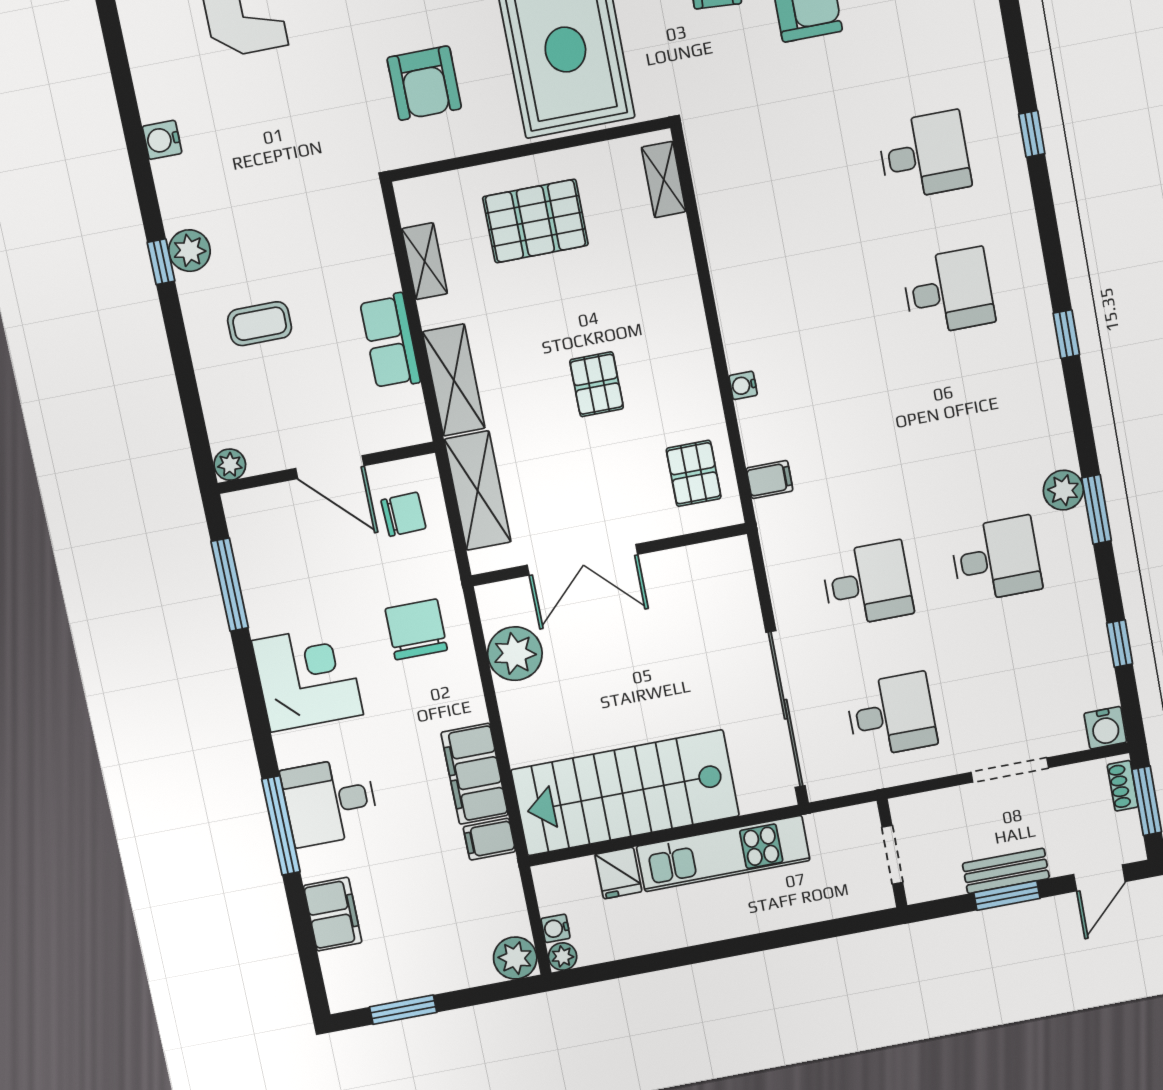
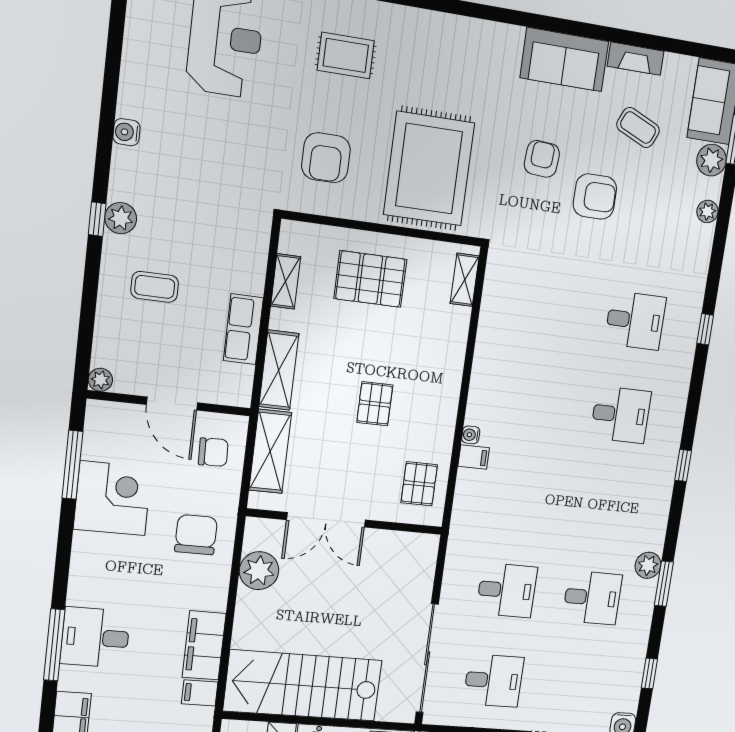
filing cabinet: (770, 479) -> (474, 457), moved
corner desk: (308, 678) -> (113, 498), moved

